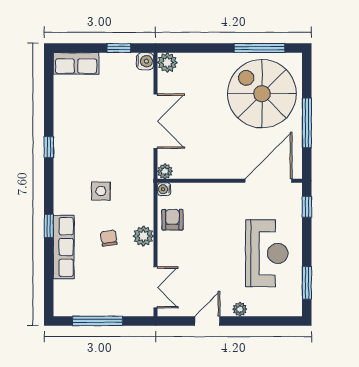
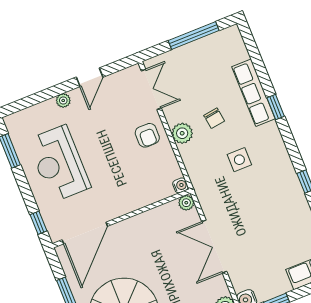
armchair: (172, 220) -> (147, 135), moved
double door: (156, 287) -> (151, 89), swing flipped

